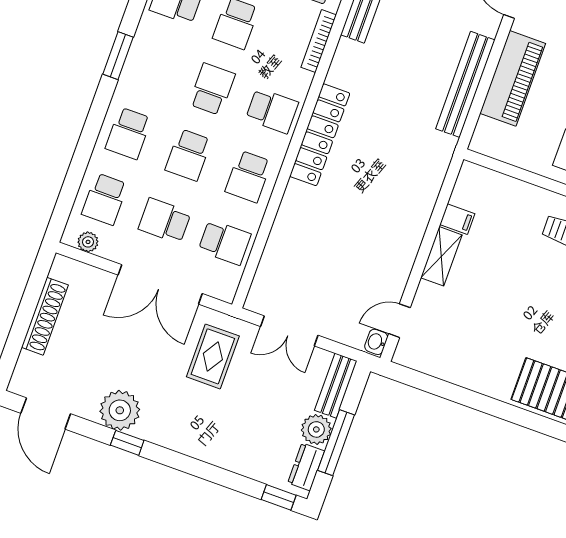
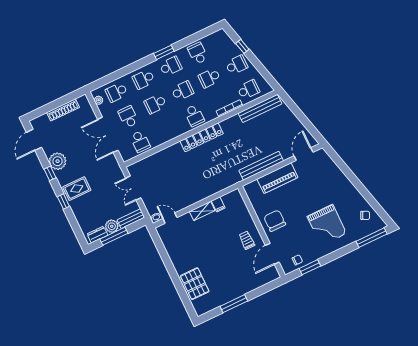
school desk: (248, 176) -> (171, 66), moved, turned 180
rug: (213, 356) -> (77, 189), moved
window: (279, 497) -> (63, 201), moved

